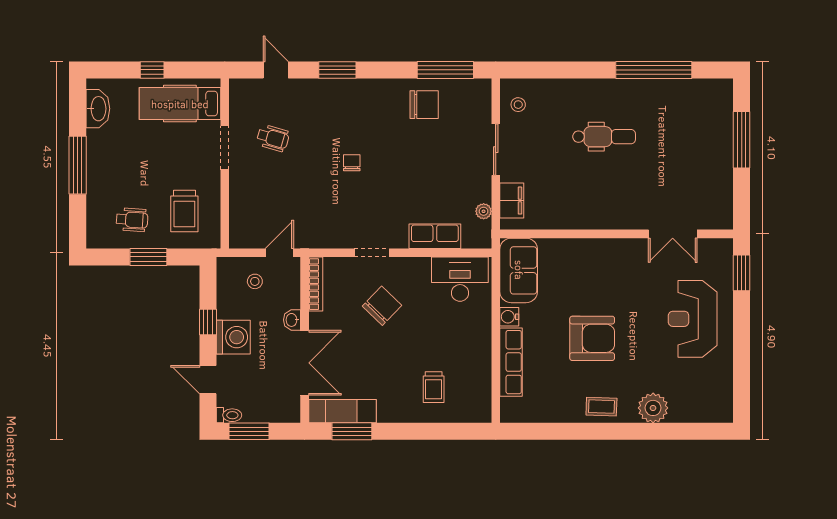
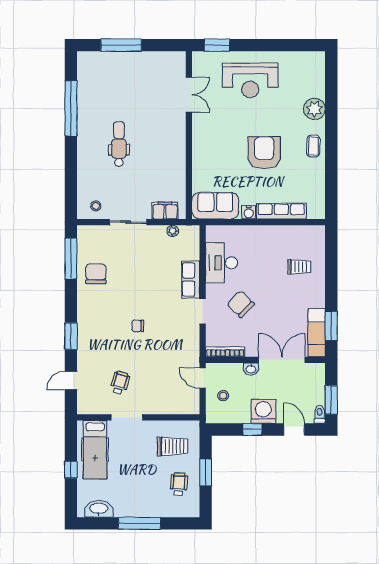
row of seats: (435, 236) -> (191, 279), moved
desk: (460, 279) -> (222, 263), moved
door: (208, 380) -> (294, 429), swing flipped

